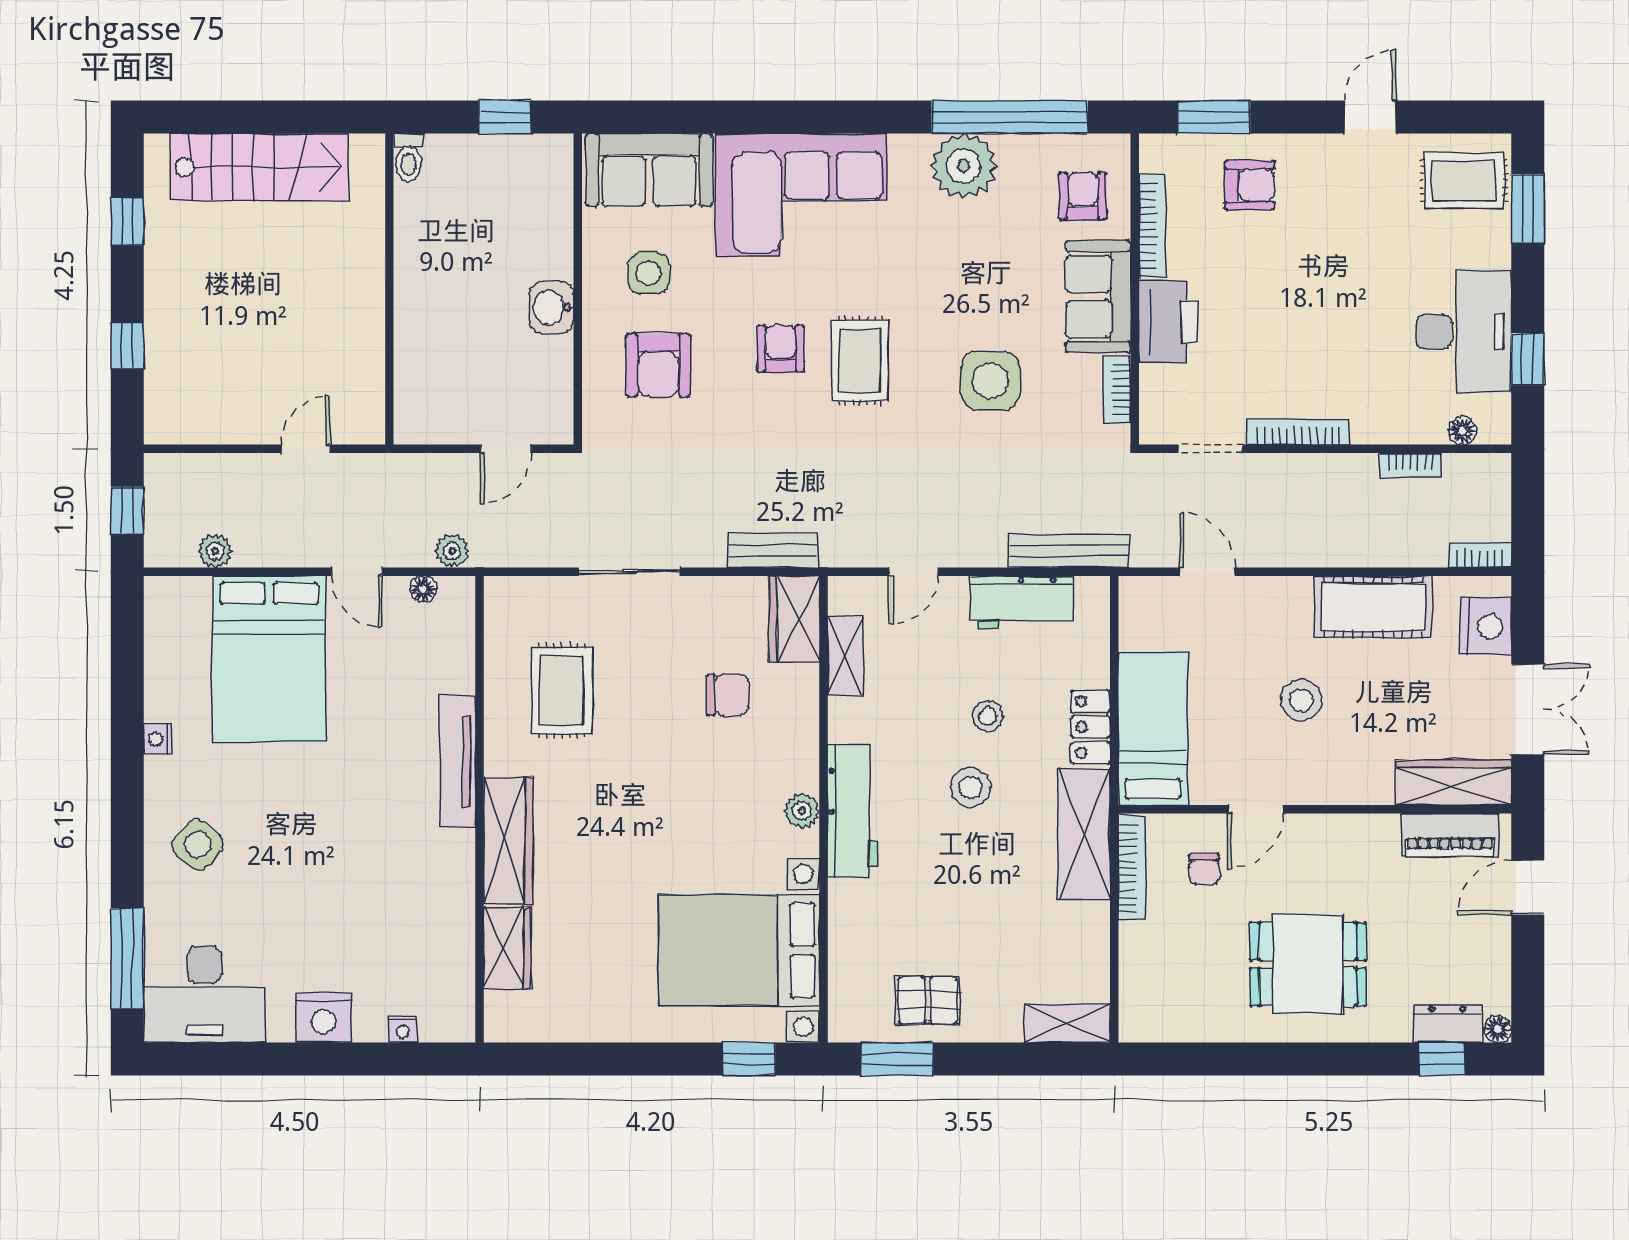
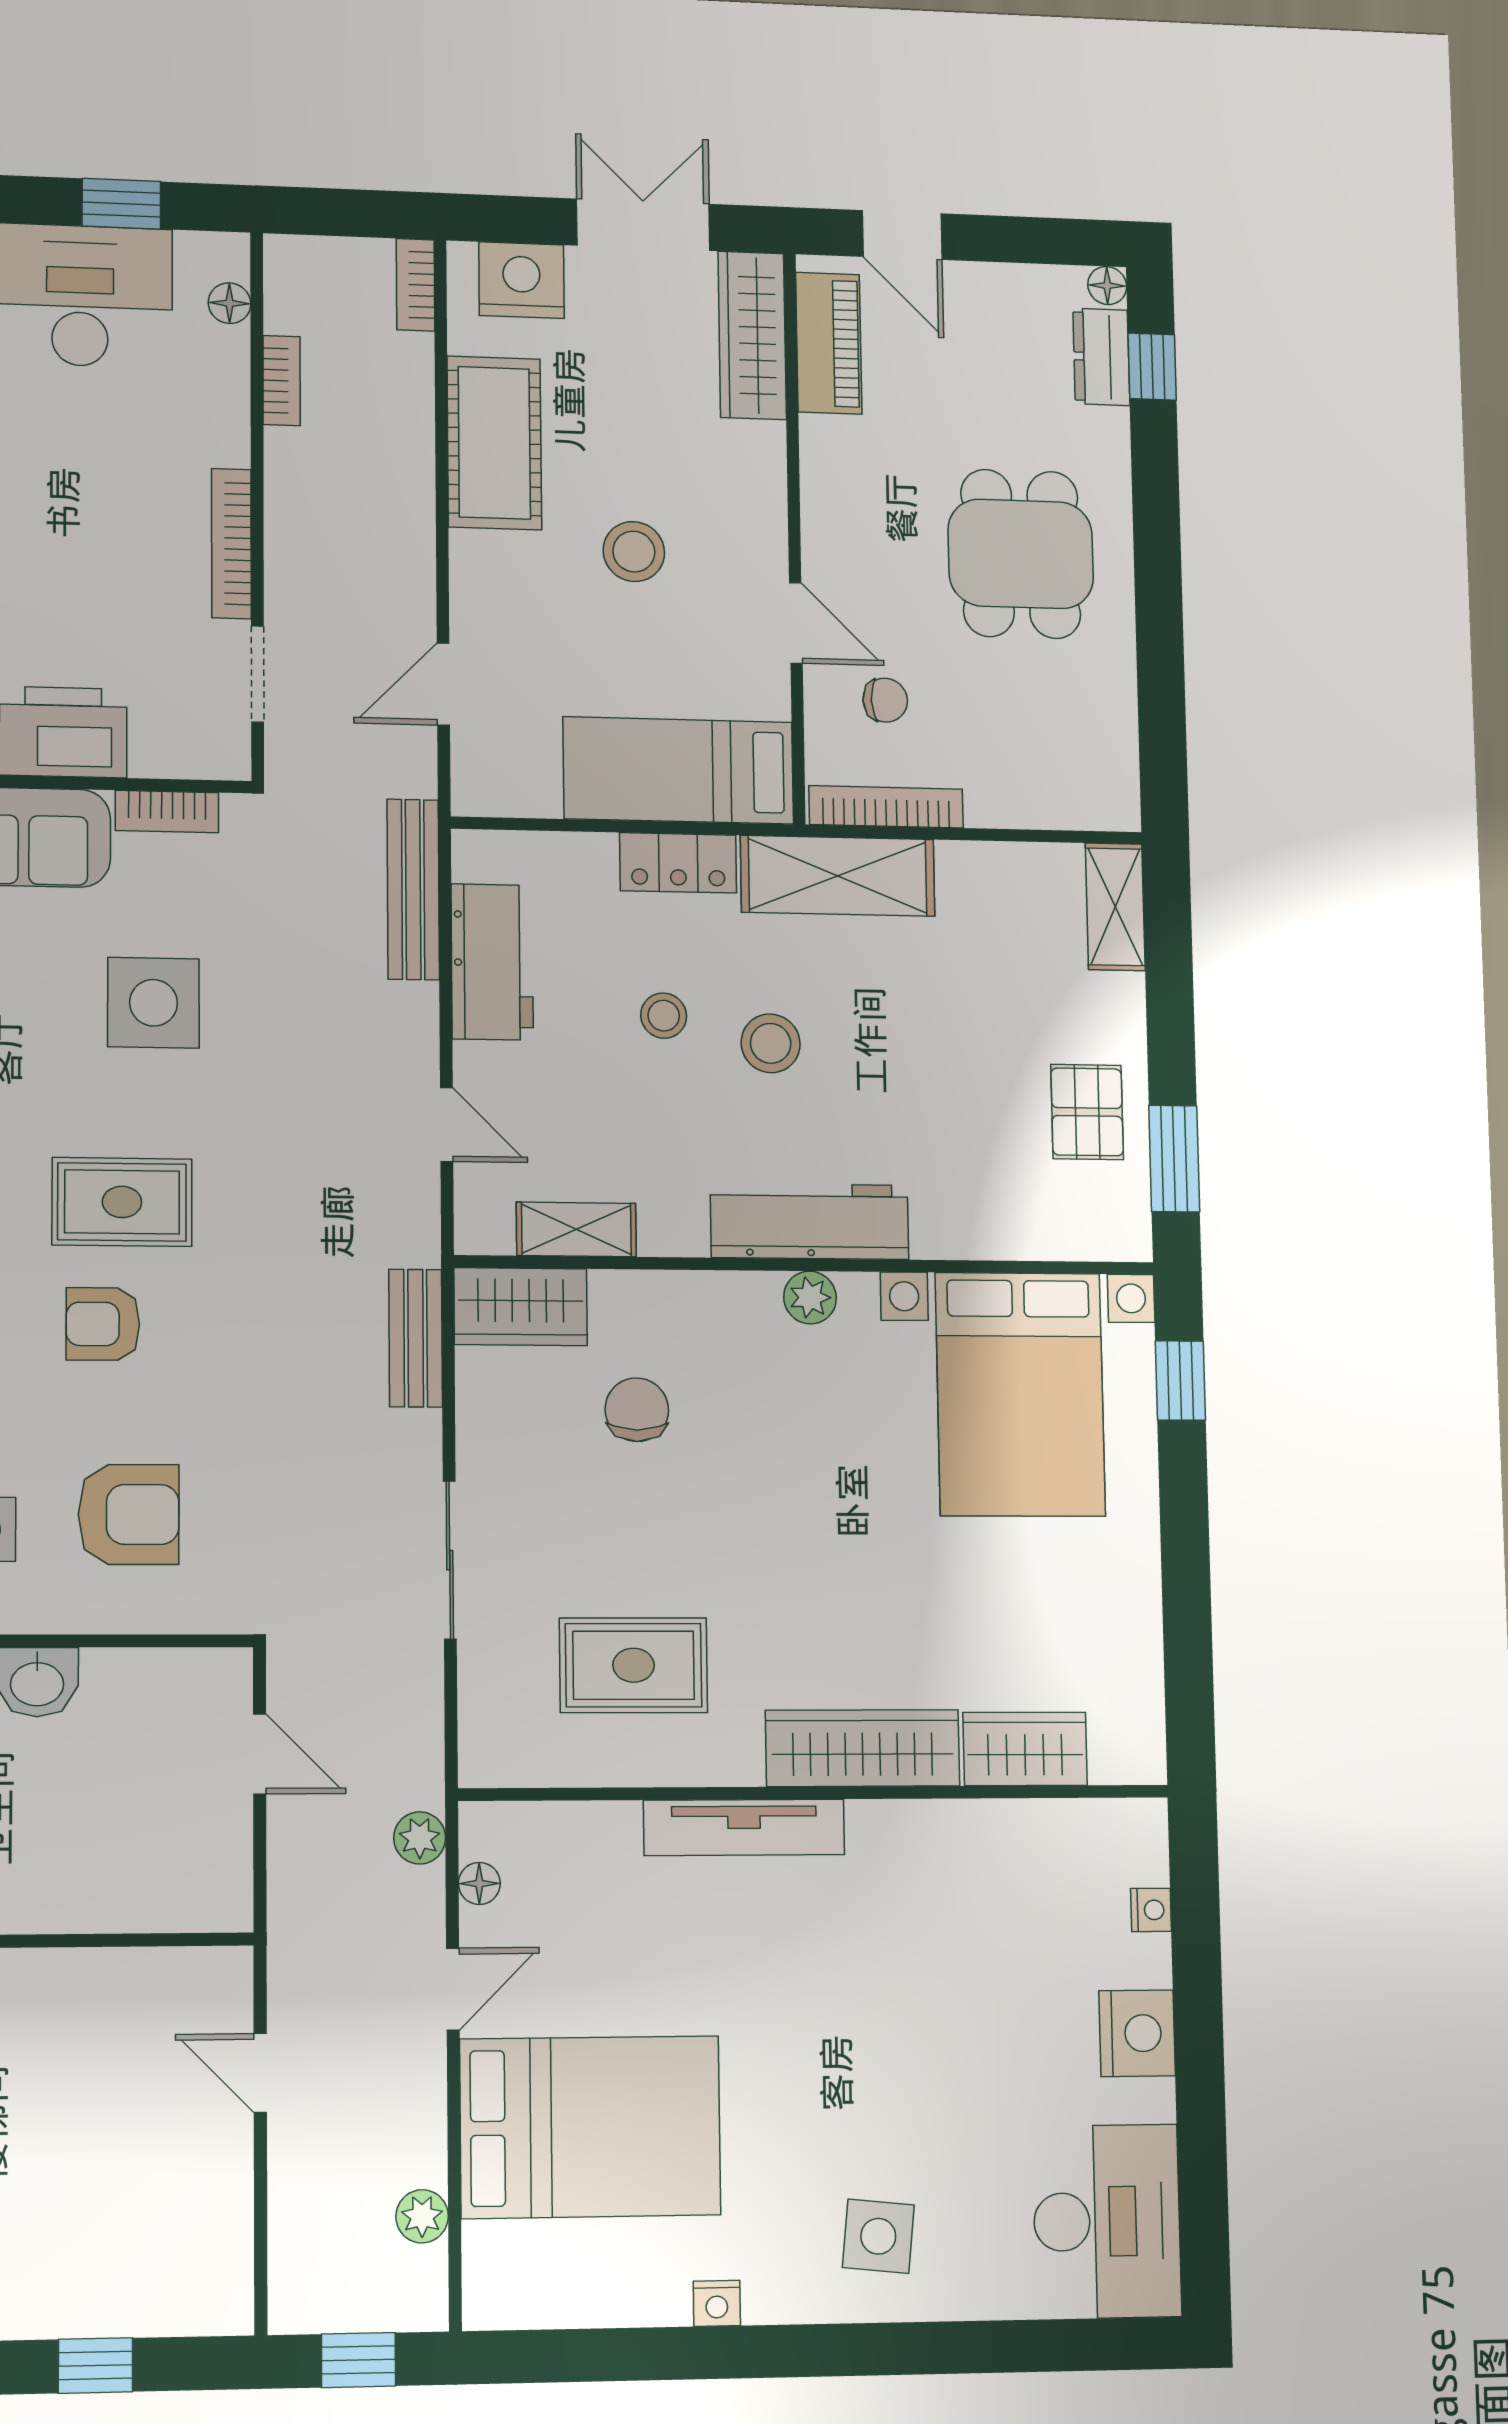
side table: (198, 844) -> (878, 2236), turned -35
window: (127, 958) -> (1055, 2345), removed

